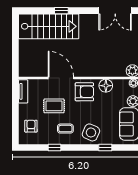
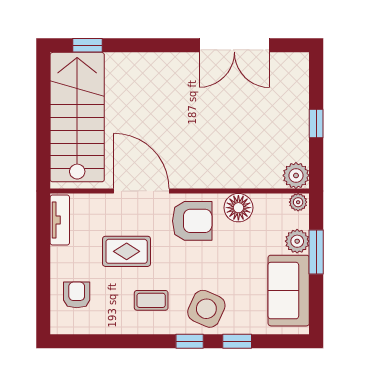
window: (61, 11) -> (88, 45), moved
double door: (115, 11) -> (234, 45), moved
stairs: (49, 26) -> (77, 117), moved, turned -90
window: (55, 148) -> (190, 341), moved

